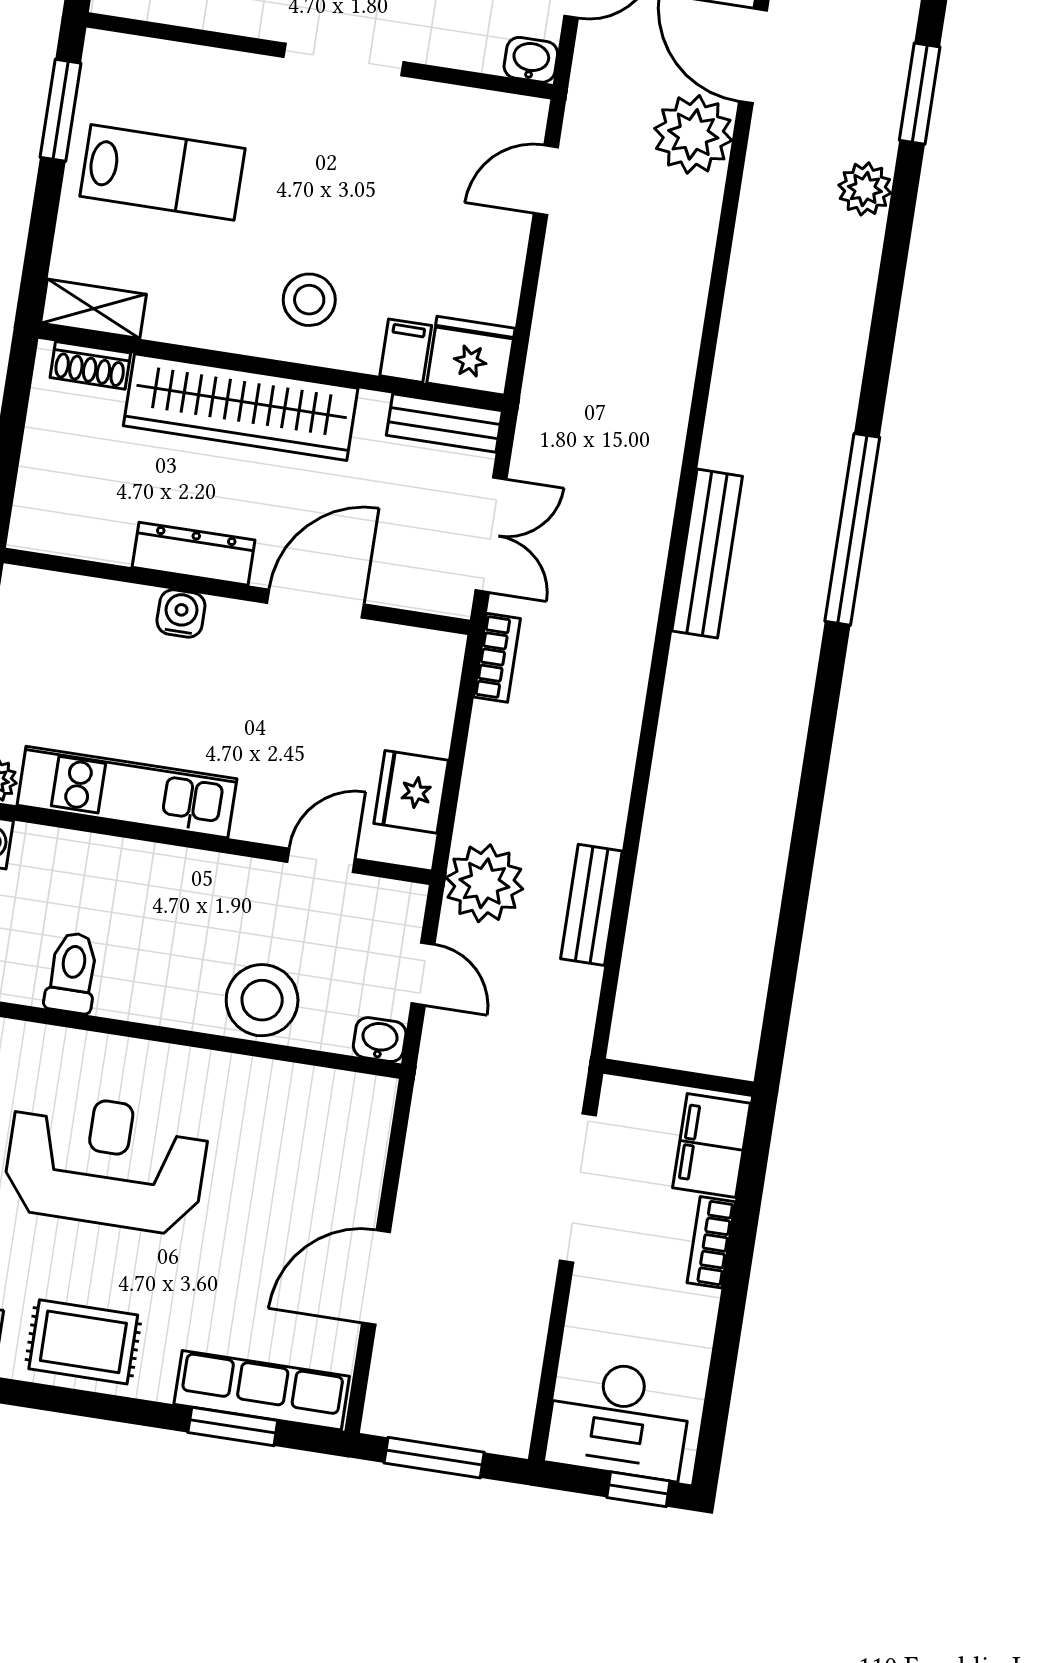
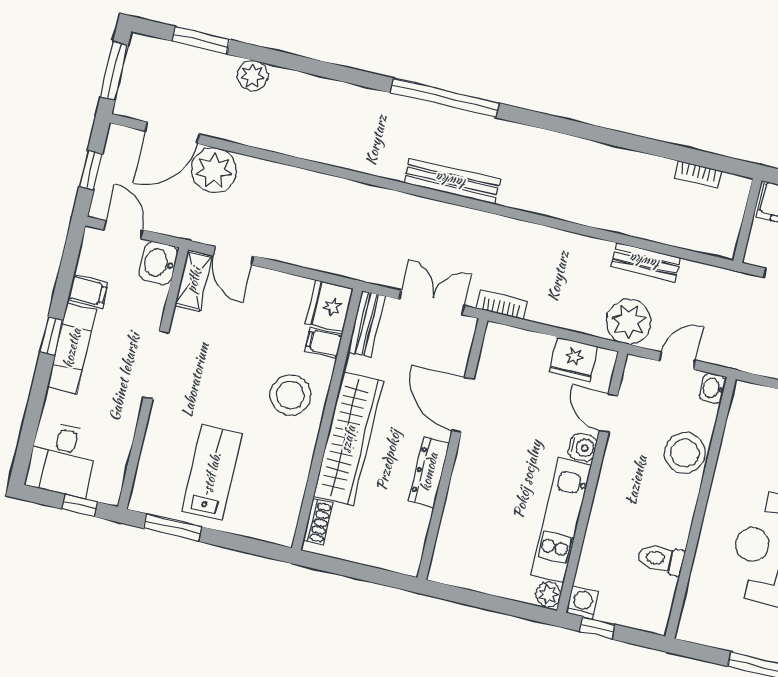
washbasin: (531, 60) -> (158, 263), width x1.38, depth x1.45
stool: (309, 300) -> (290, 395), width x1.38, depth x1.38
shelving: (94, 309) -> (194, 280), moved
water cooler: (181, 613) -> (583, 447), moved, turned 180
bookcase: (753, 984) -> (698, 175), added

